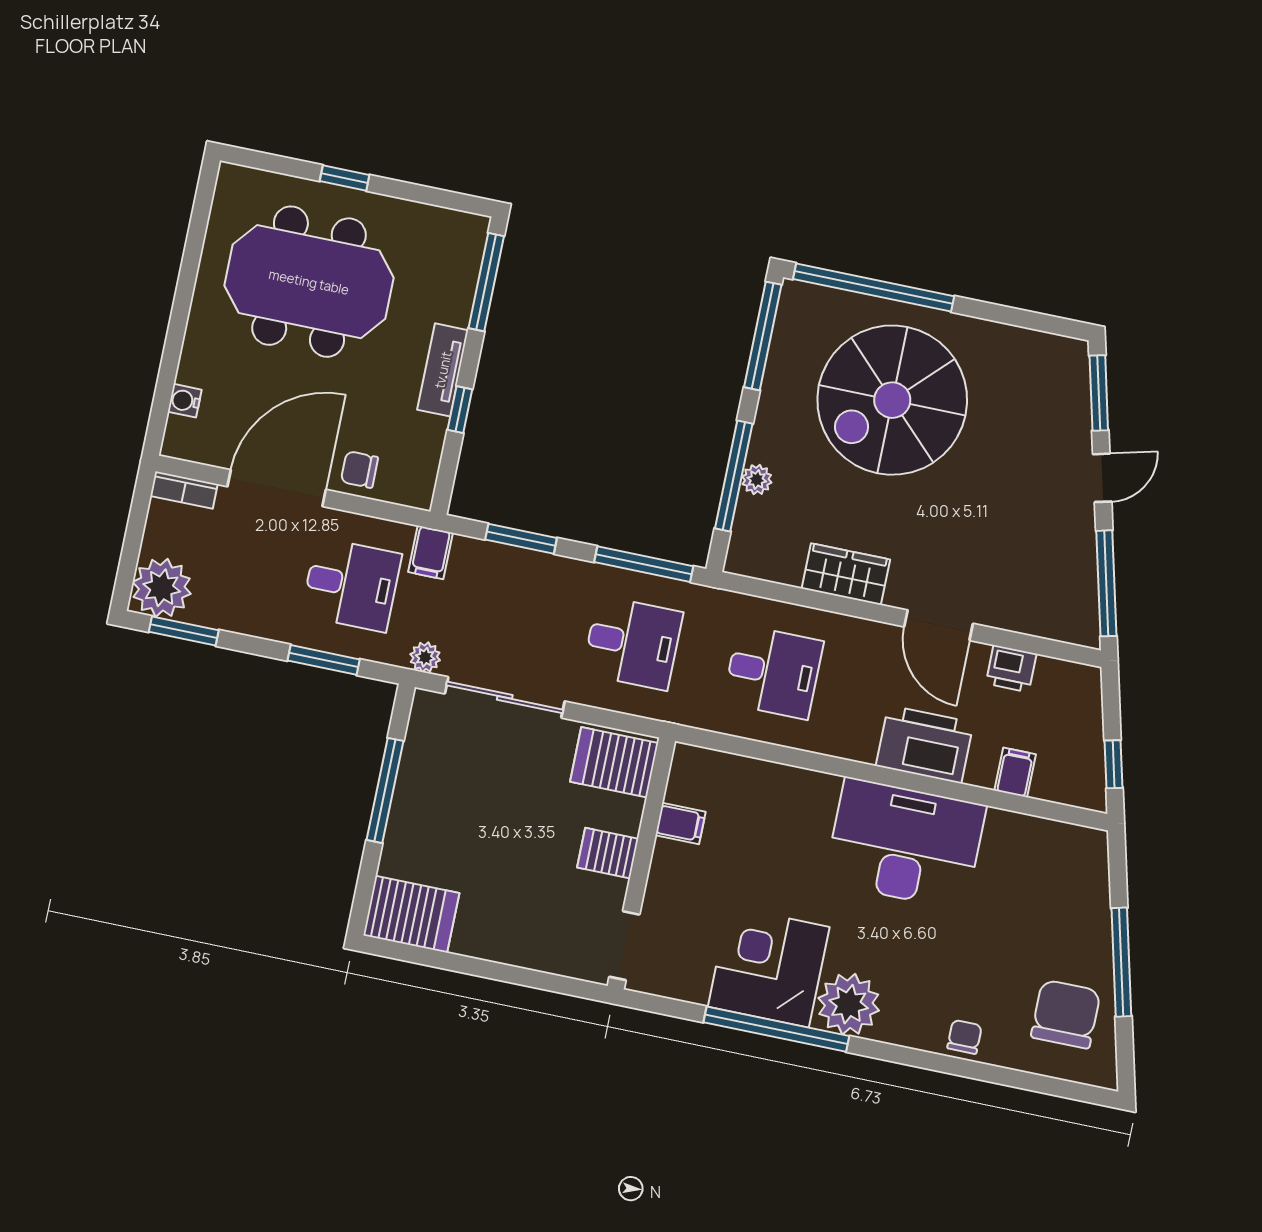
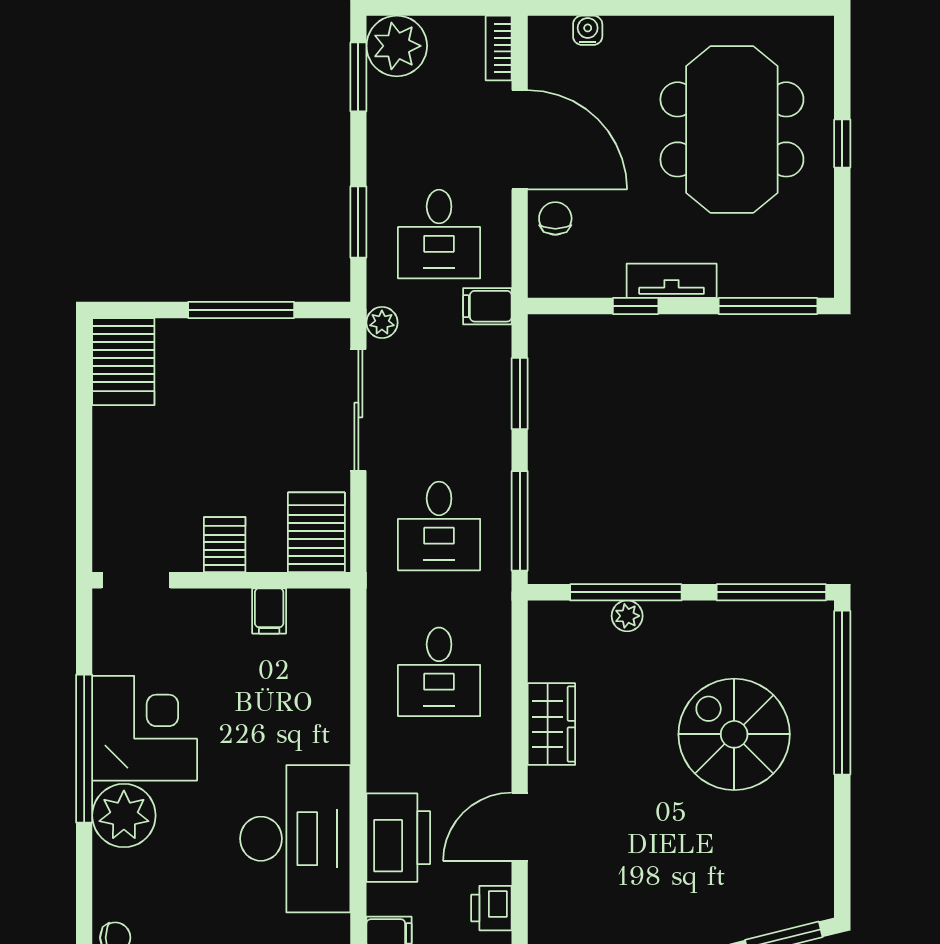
spiral stairs: (892, 400) -> (734, 734), width x0.73, depth x0.73

